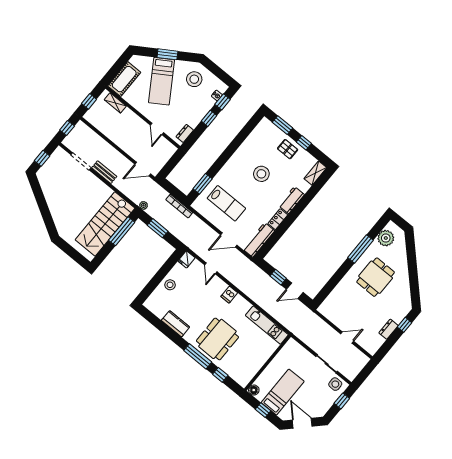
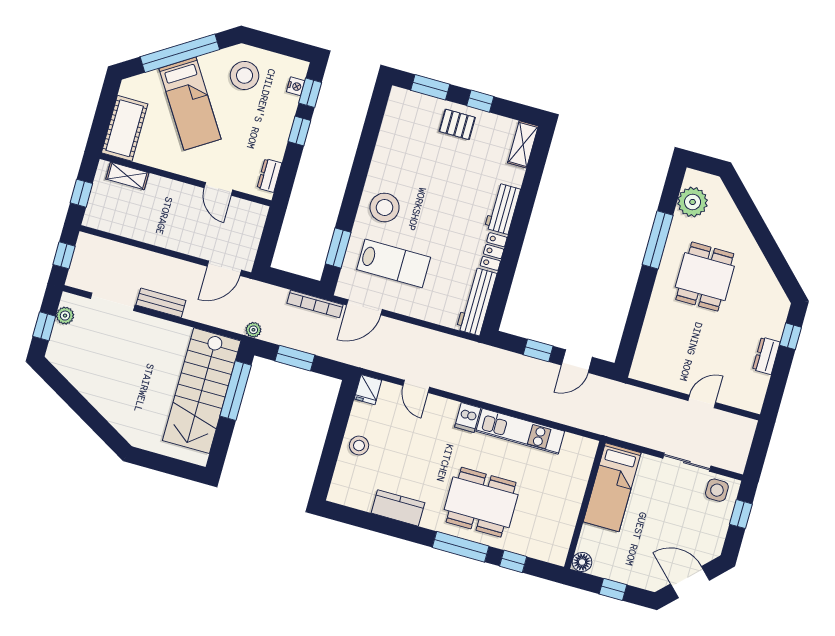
window: (167, 54) -> (180, 53), width x2.11
plant: (55, 158) -> (65, 316), added
stool: (261, 174) -> (385, 207), moved
door: (229, 240) -> (364, 307), moved
kitchen unit: (267, 325) -> (520, 431), moved
dining table: (217, 339) -> (481, 502), turned 90
bed: (283, 392) -> (612, 487), moved, turned 180

